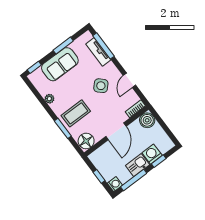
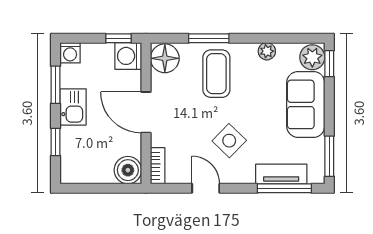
window: (63, 46) -> (329, 156), moved
plant: (37, 77) -> (312, 57), added
washing machine: (152, 154) -> (128, 56), moved, turned 180
window: (99, 176) -> (118, 38), moved
window: (134, 180) -> (56, 85), width x0.69

